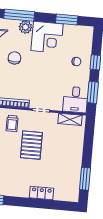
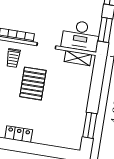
desk: (75, 100) -> (81, 36), width x1.37
locker: (42, 193) -> (19, 134), moved

